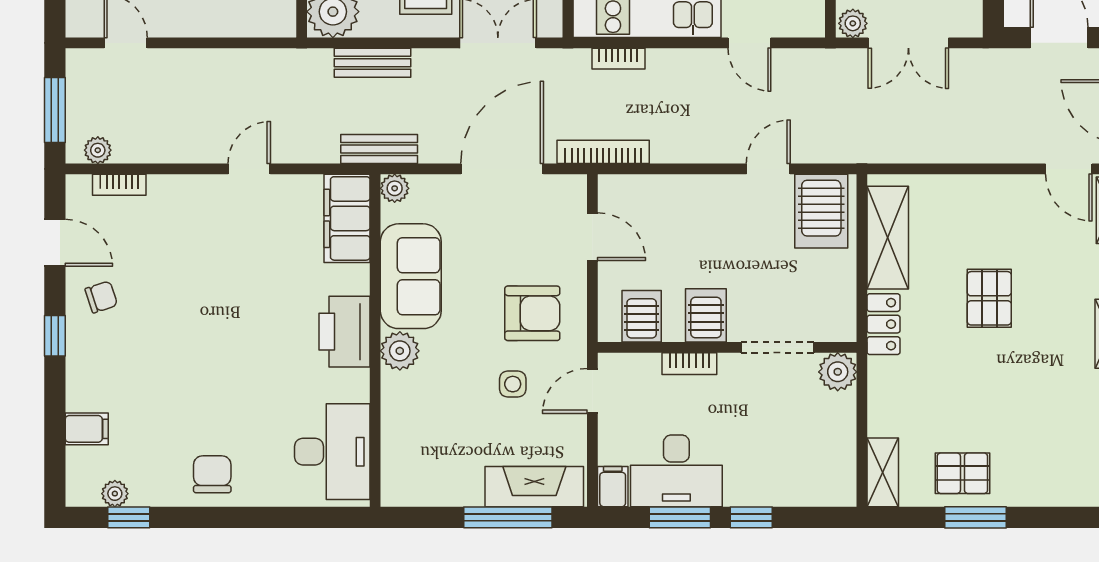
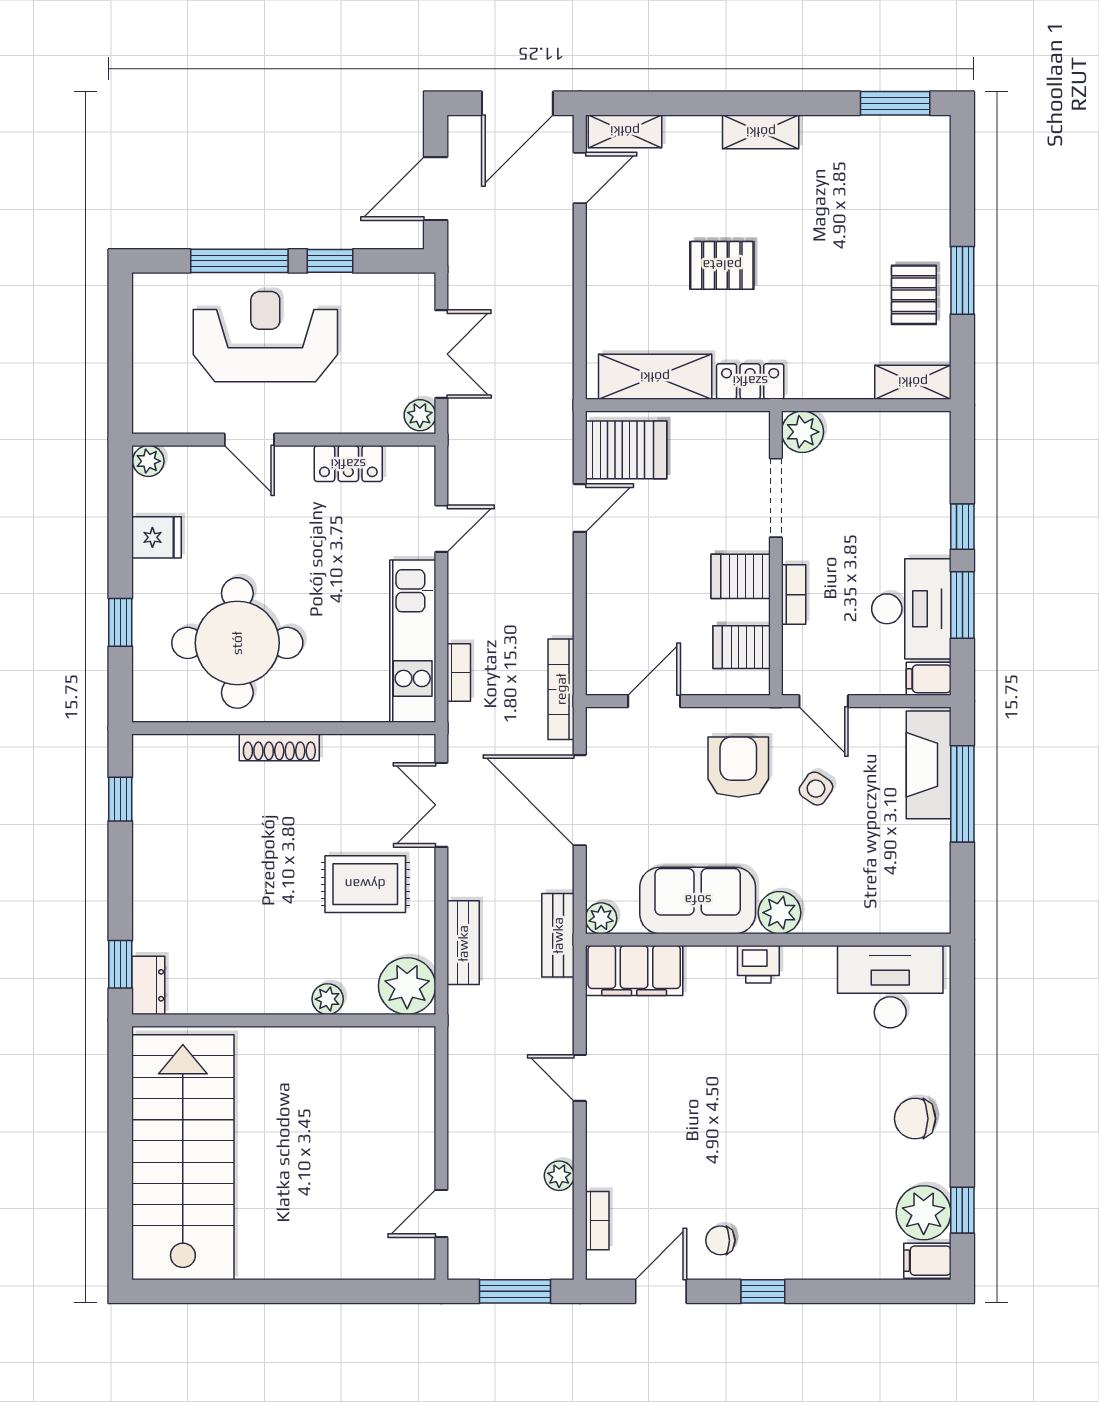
plant: (98, 150) -> (559, 1176), moved
door: (768, 169) -> (580, 508), swing flipped
chair: (101, 297) -> (720, 1240), turned -72
printer: (344, 332) -> (758, 964), width x0.53, depth x0.68
side table: (513, 384) -> (816, 789), turned 34
filing cabinet: (87, 429) -> (927, 1261), moved, turned -90
plant: (115, 494) -> (924, 1213), width x1.88, depth x1.88

